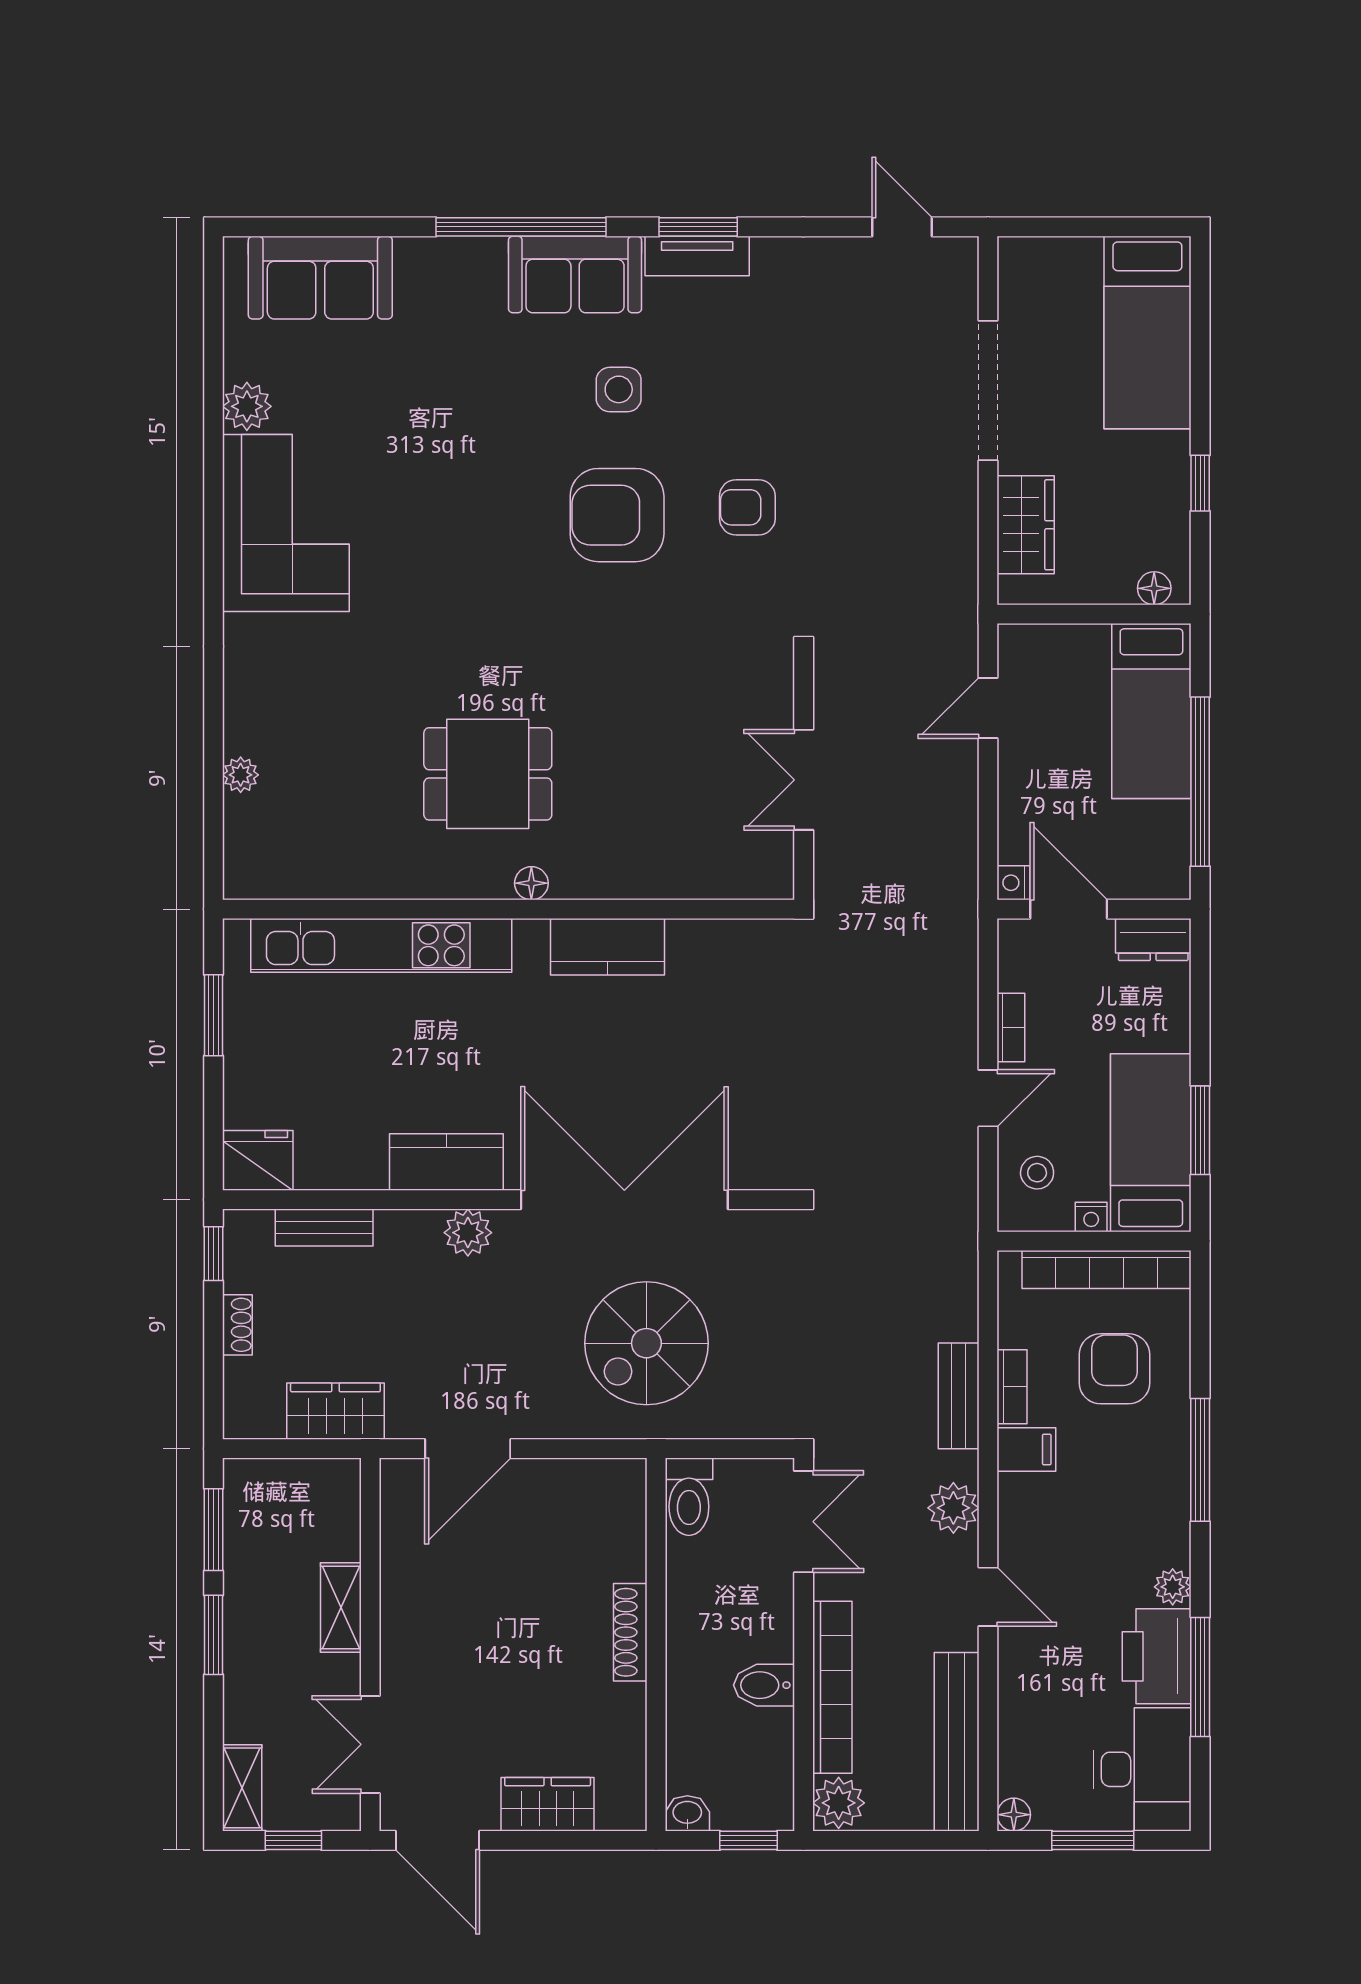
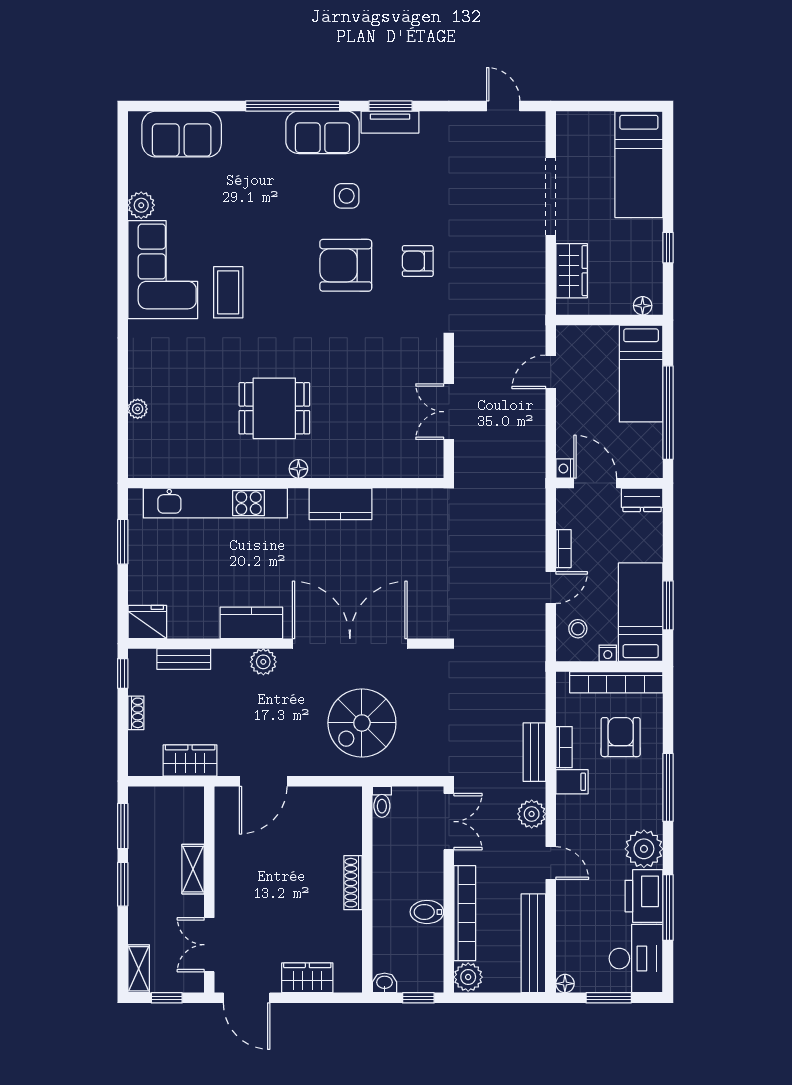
coffee table: (404, 564) -> (228, 292), added
toilet: (689, 1497) -> (382, 802), width x0.73, depth x0.72
plant: (1173, 1587) -> (644, 849), width x1.88, depth x1.88

